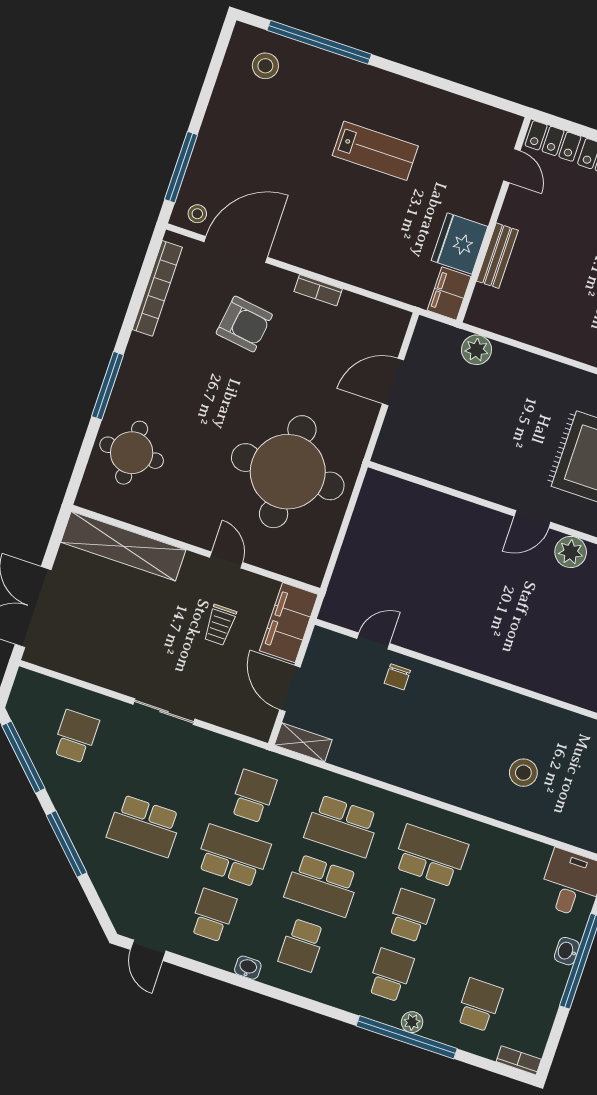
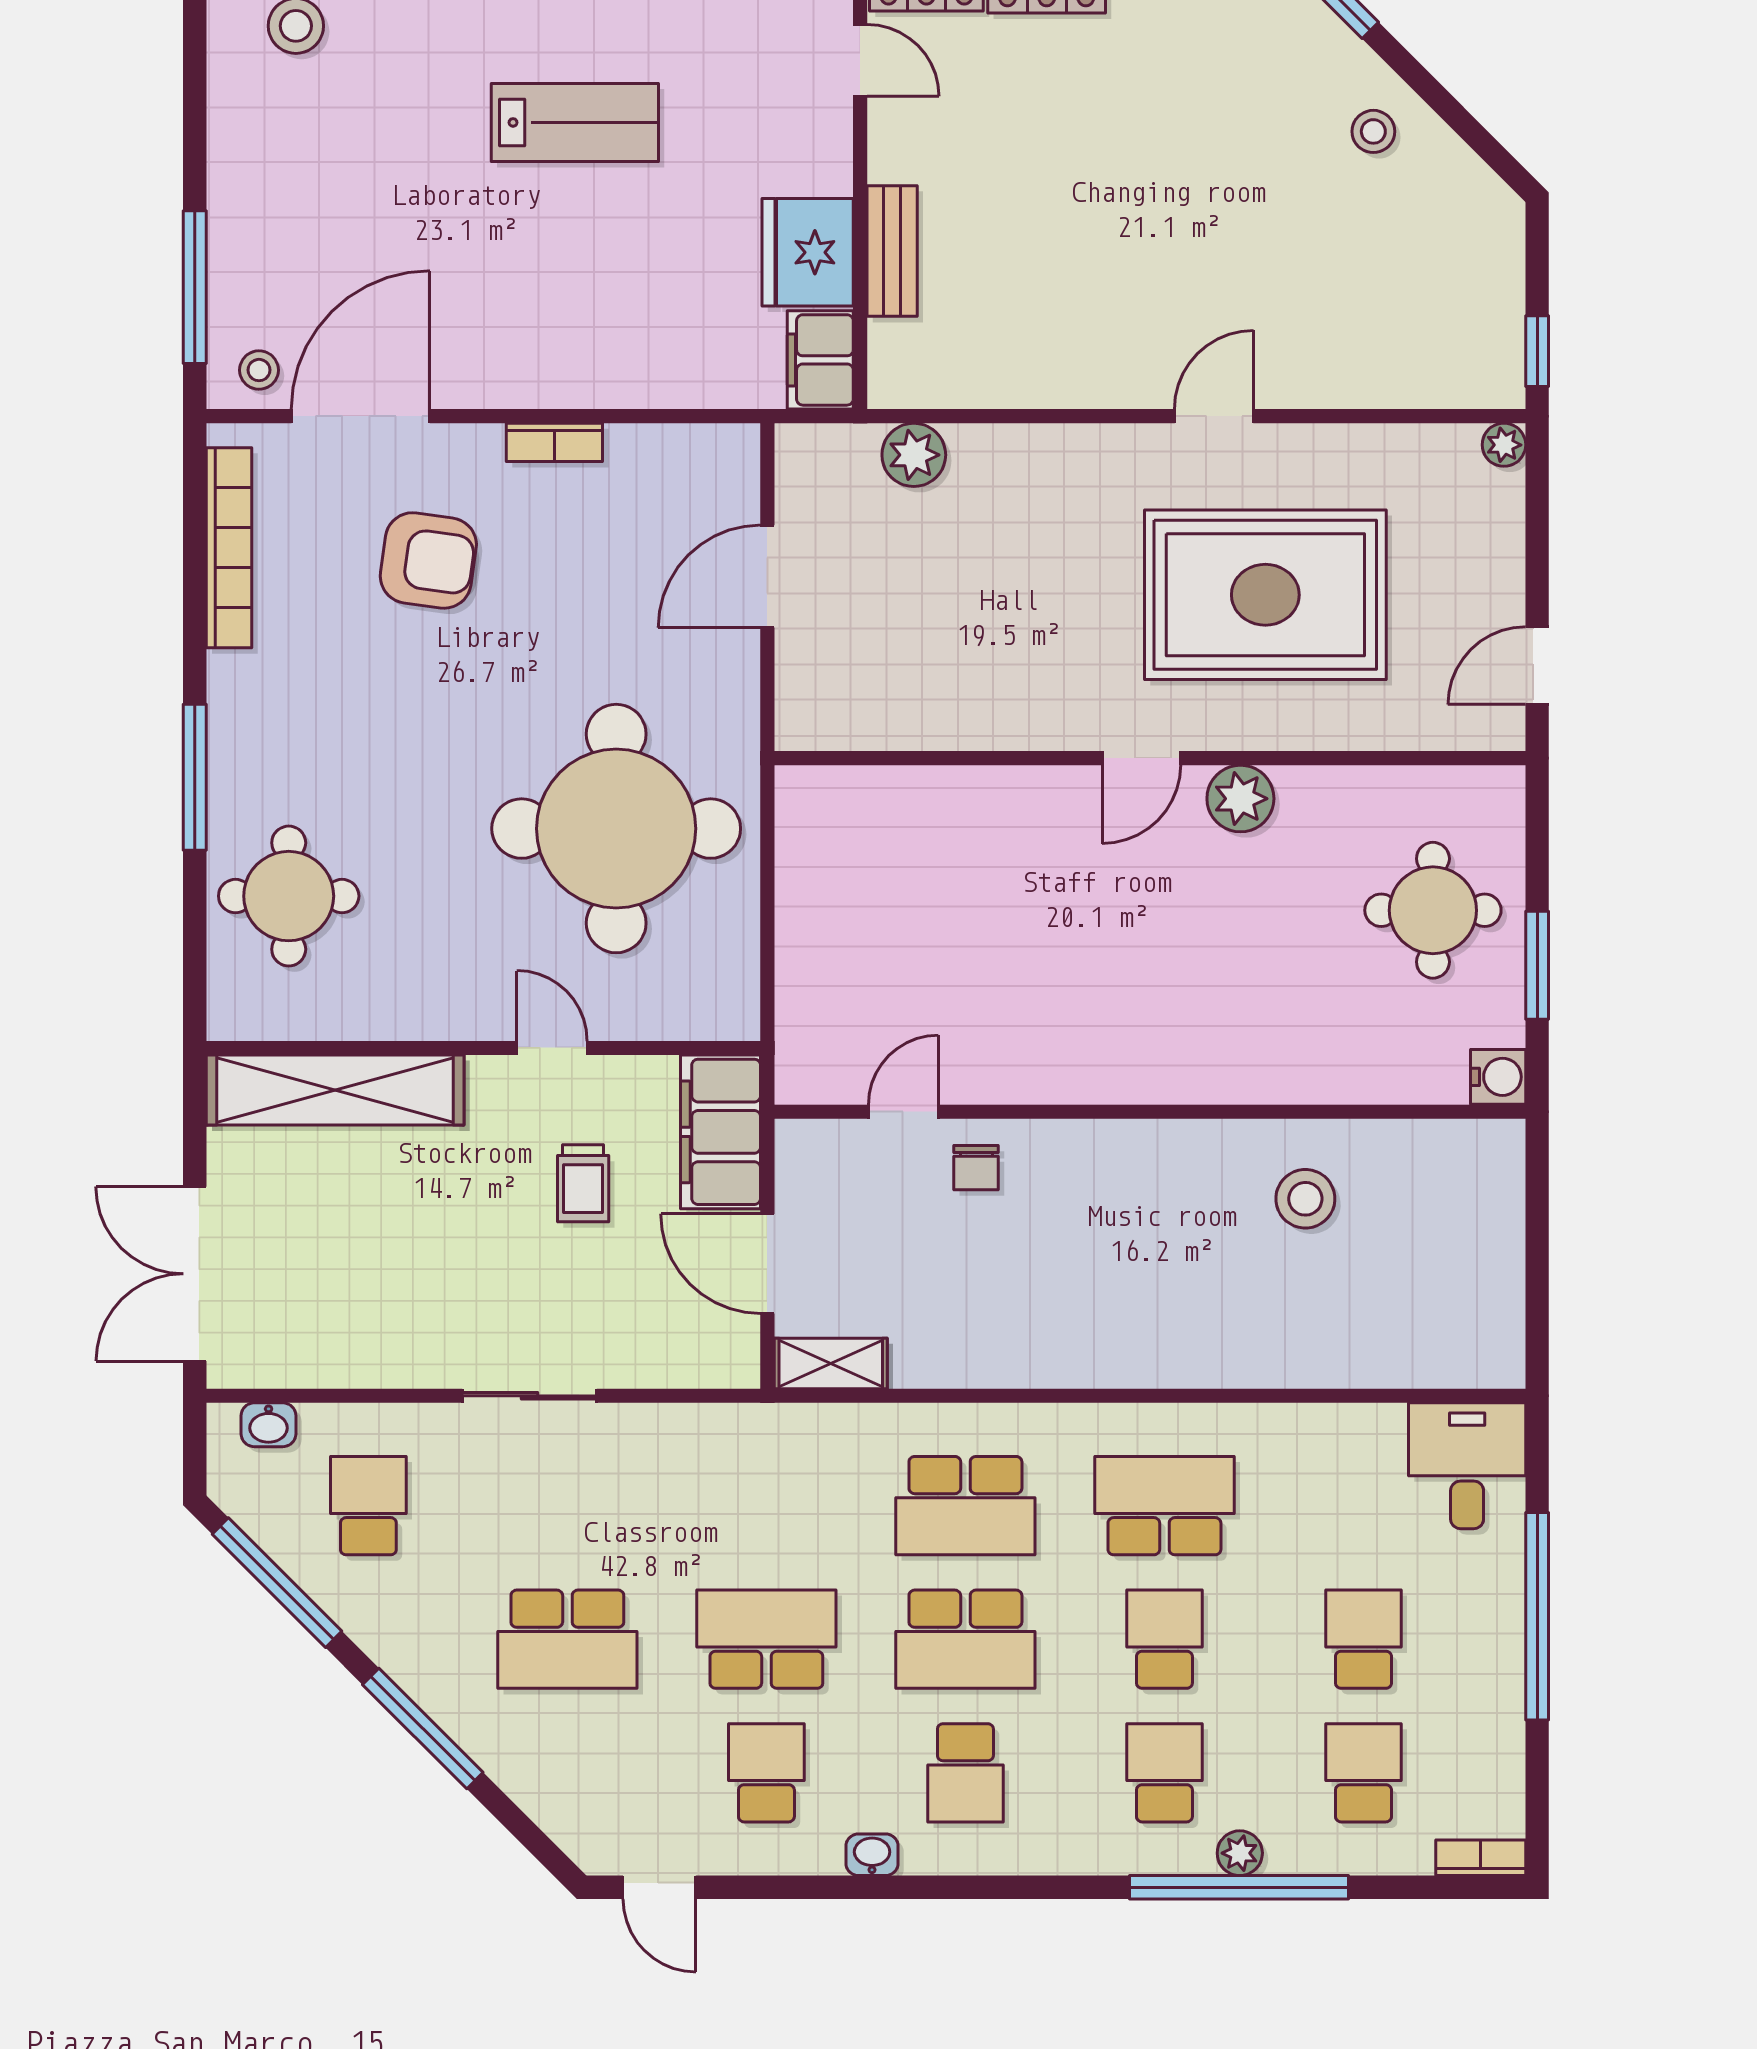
stool: (523, 773) -> (1305, 1199), moved
school desk: (253, 796) -> (1363, 1639), moved
washbasin: (567, 951) -> (269, 1425), moved, turned -90

